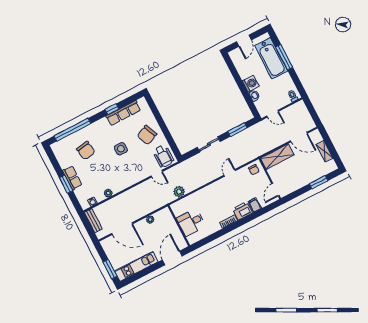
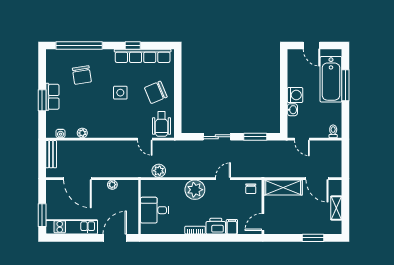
door: (244, 41) -> (311, 45), hinge flipped
row of seats: (123, 113) -> (143, 56), width x1.36
plant: (213, 192) -> (195, 190), added

